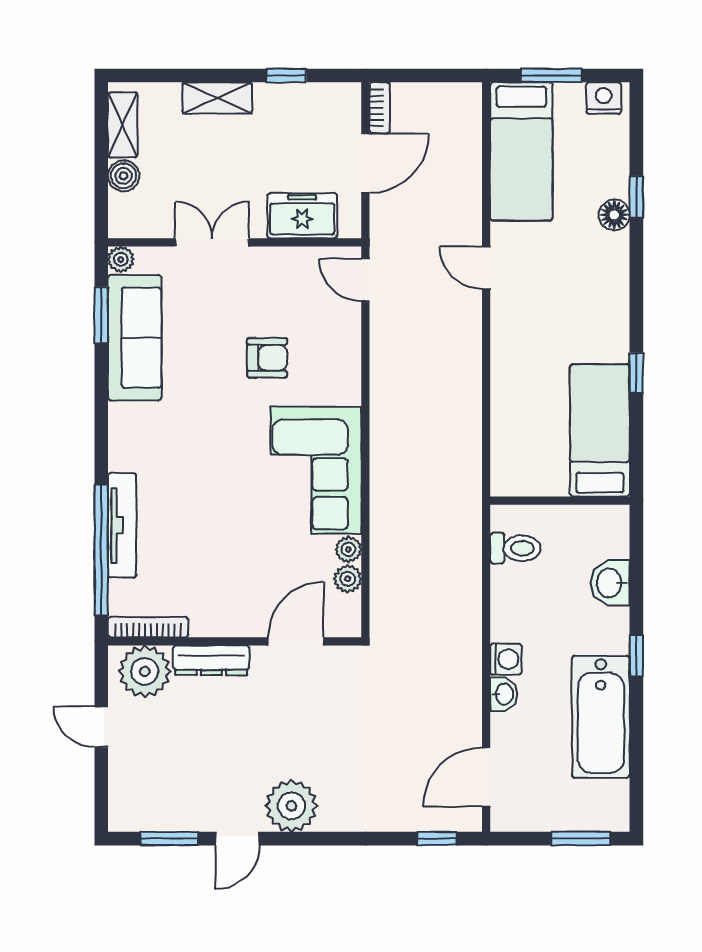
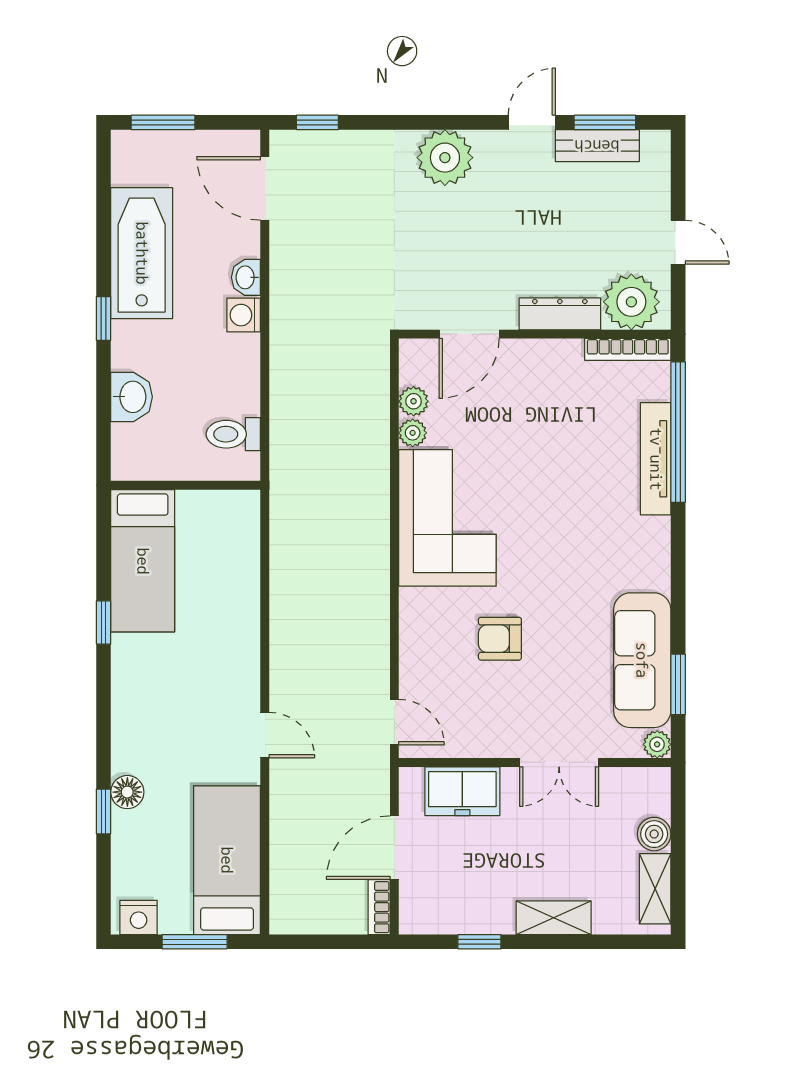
door: (486, 777) -> (265, 188), swing flipped
plant: (291, 806) -> (445, 158), moved
bench: (176, 817) -> (597, 146), added

